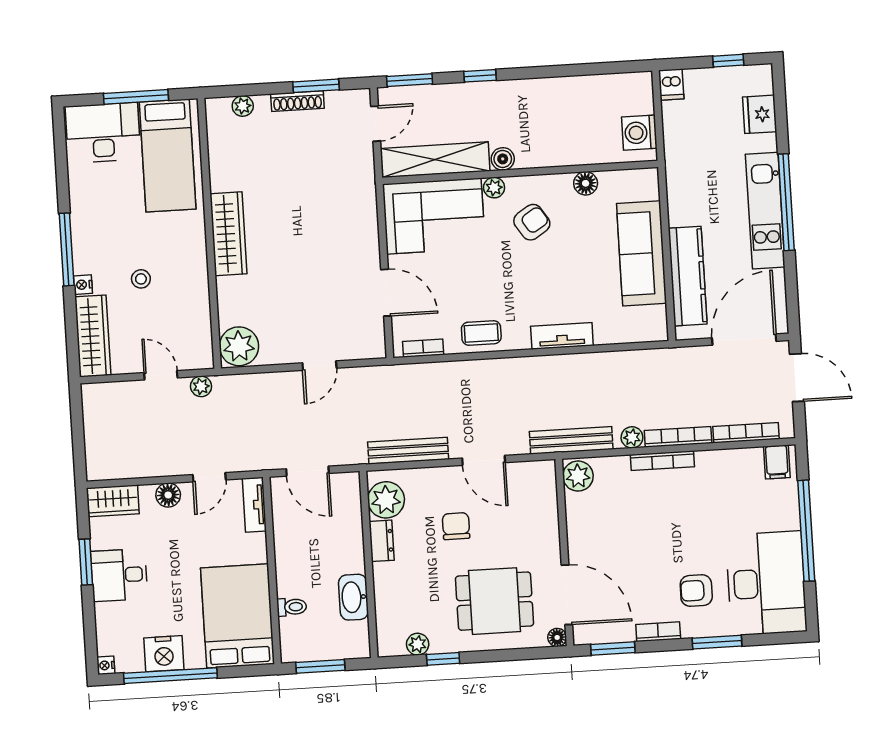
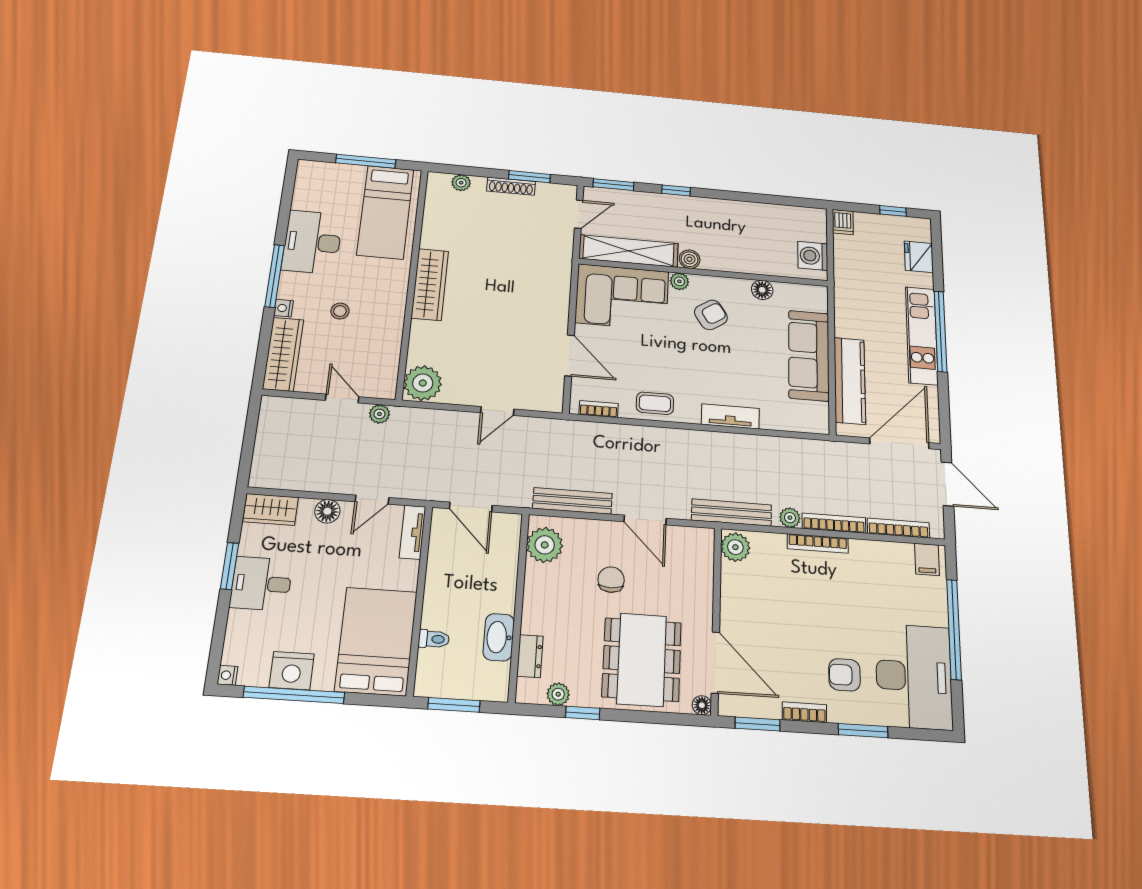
desk: (103, 133) -> (312, 242), moved, turned -90
dresser: (382, 541) -> (530, 656), moved
dining table: (495, 601) -> (642, 660), width x1.38

